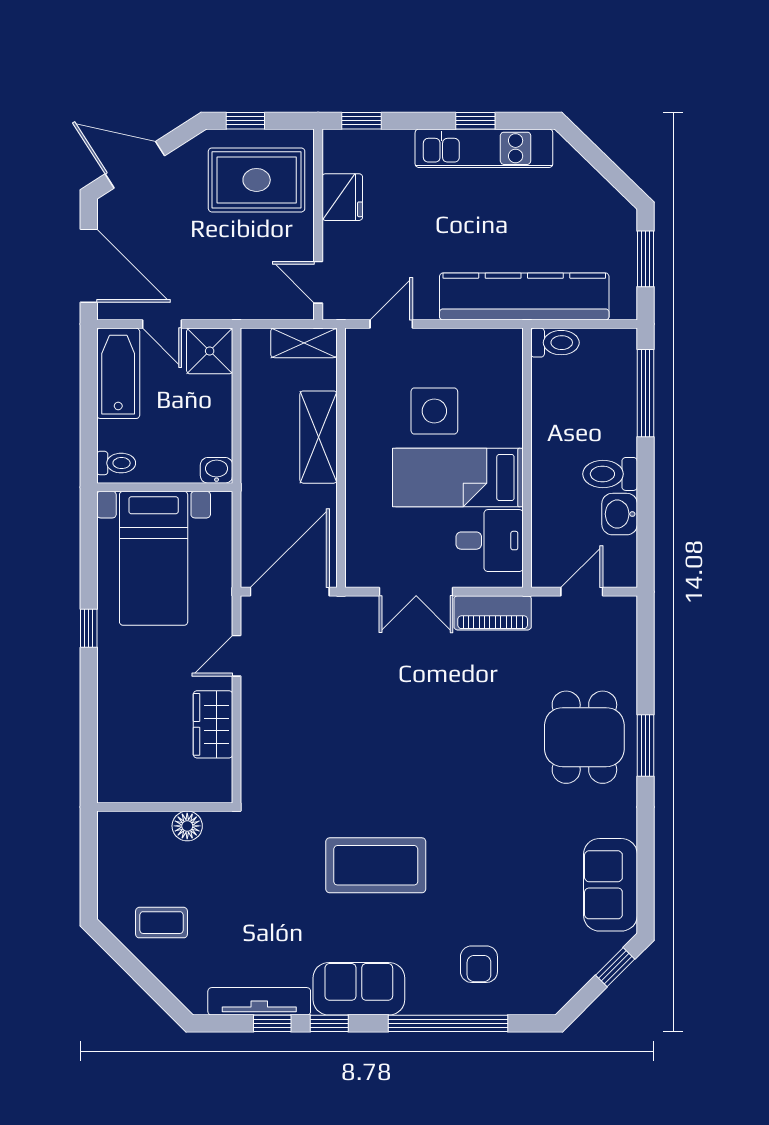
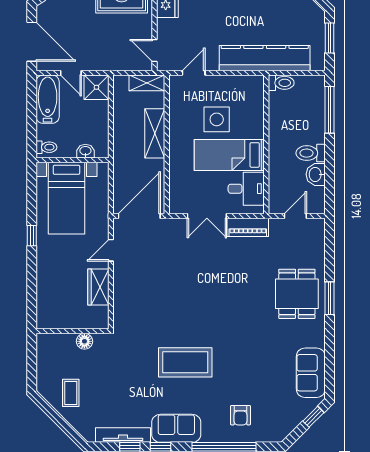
washbasin: (217, 470) -> (85, 151), moved
coffee table: (162, 923) -> (71, 393), turned 90

